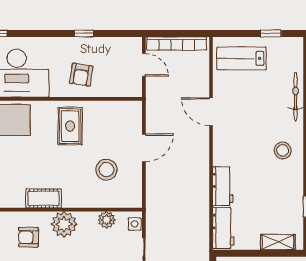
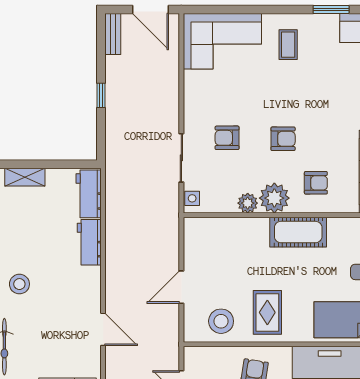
stool: (106, 170) -> (221, 321), moved
cot: (44, 198) -> (298, 232), width x1.37, depth x1.34
plant: (107, 220) -> (248, 203), moved

